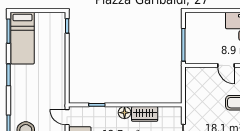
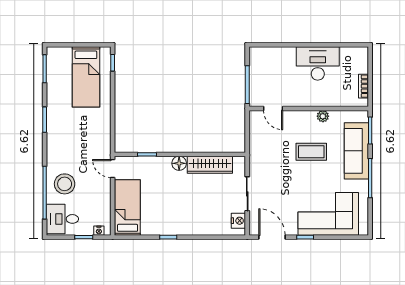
bed: (22, 38) -> (86, 77), moved
door: (226, 65) -> (273, 108), moved
wardrobe: (145, 114) -> (210, 165), width x1.50

